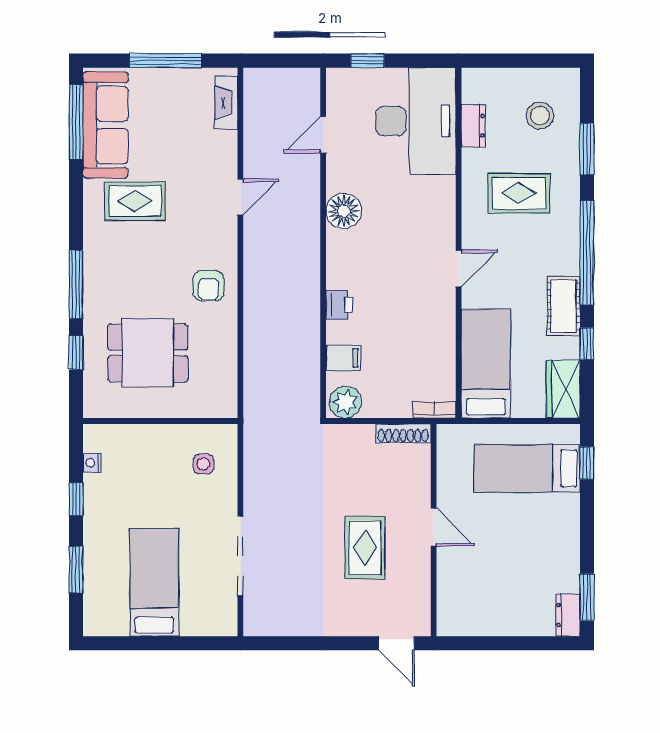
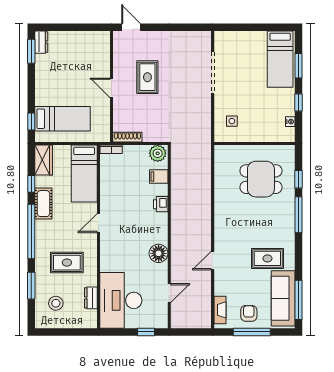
armchair: (208, 286) -> (249, 313), moved
bed: (154, 582) -> (280, 59), moved

